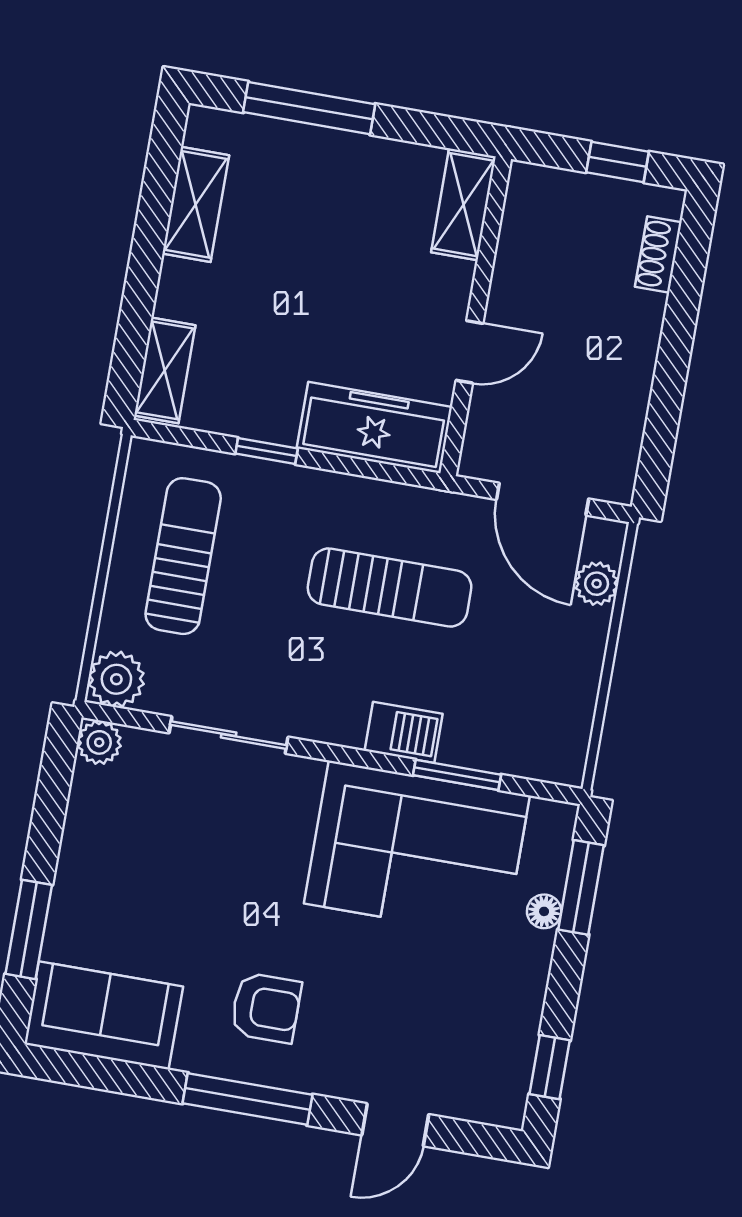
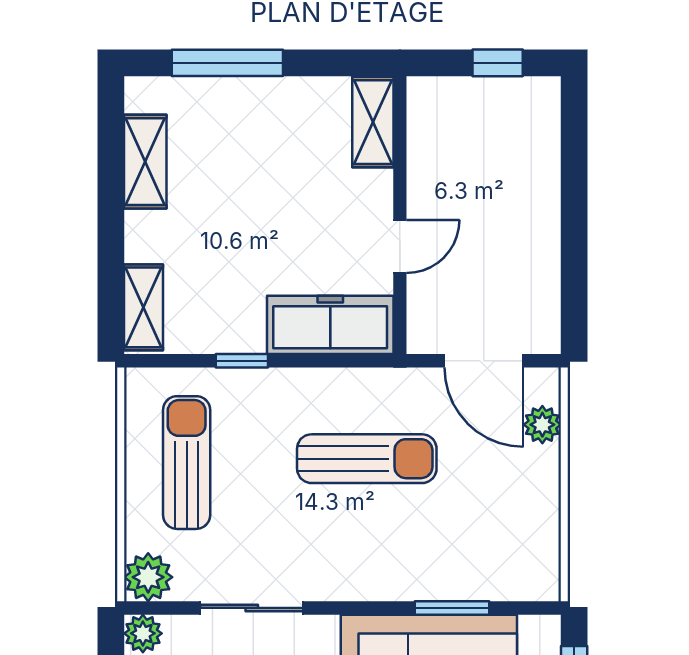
shoe rack: (658, 254) -> (546, 136), removed
barbecue: (404, 732) -> (400, 580), removed

